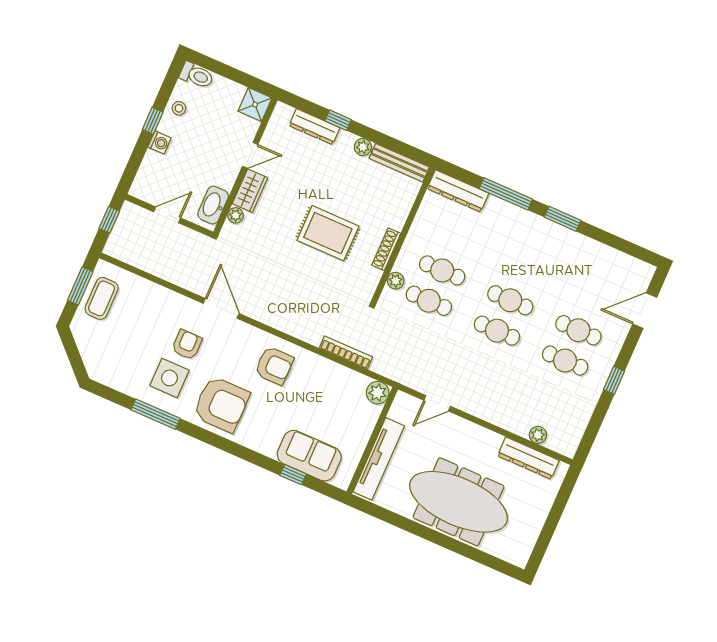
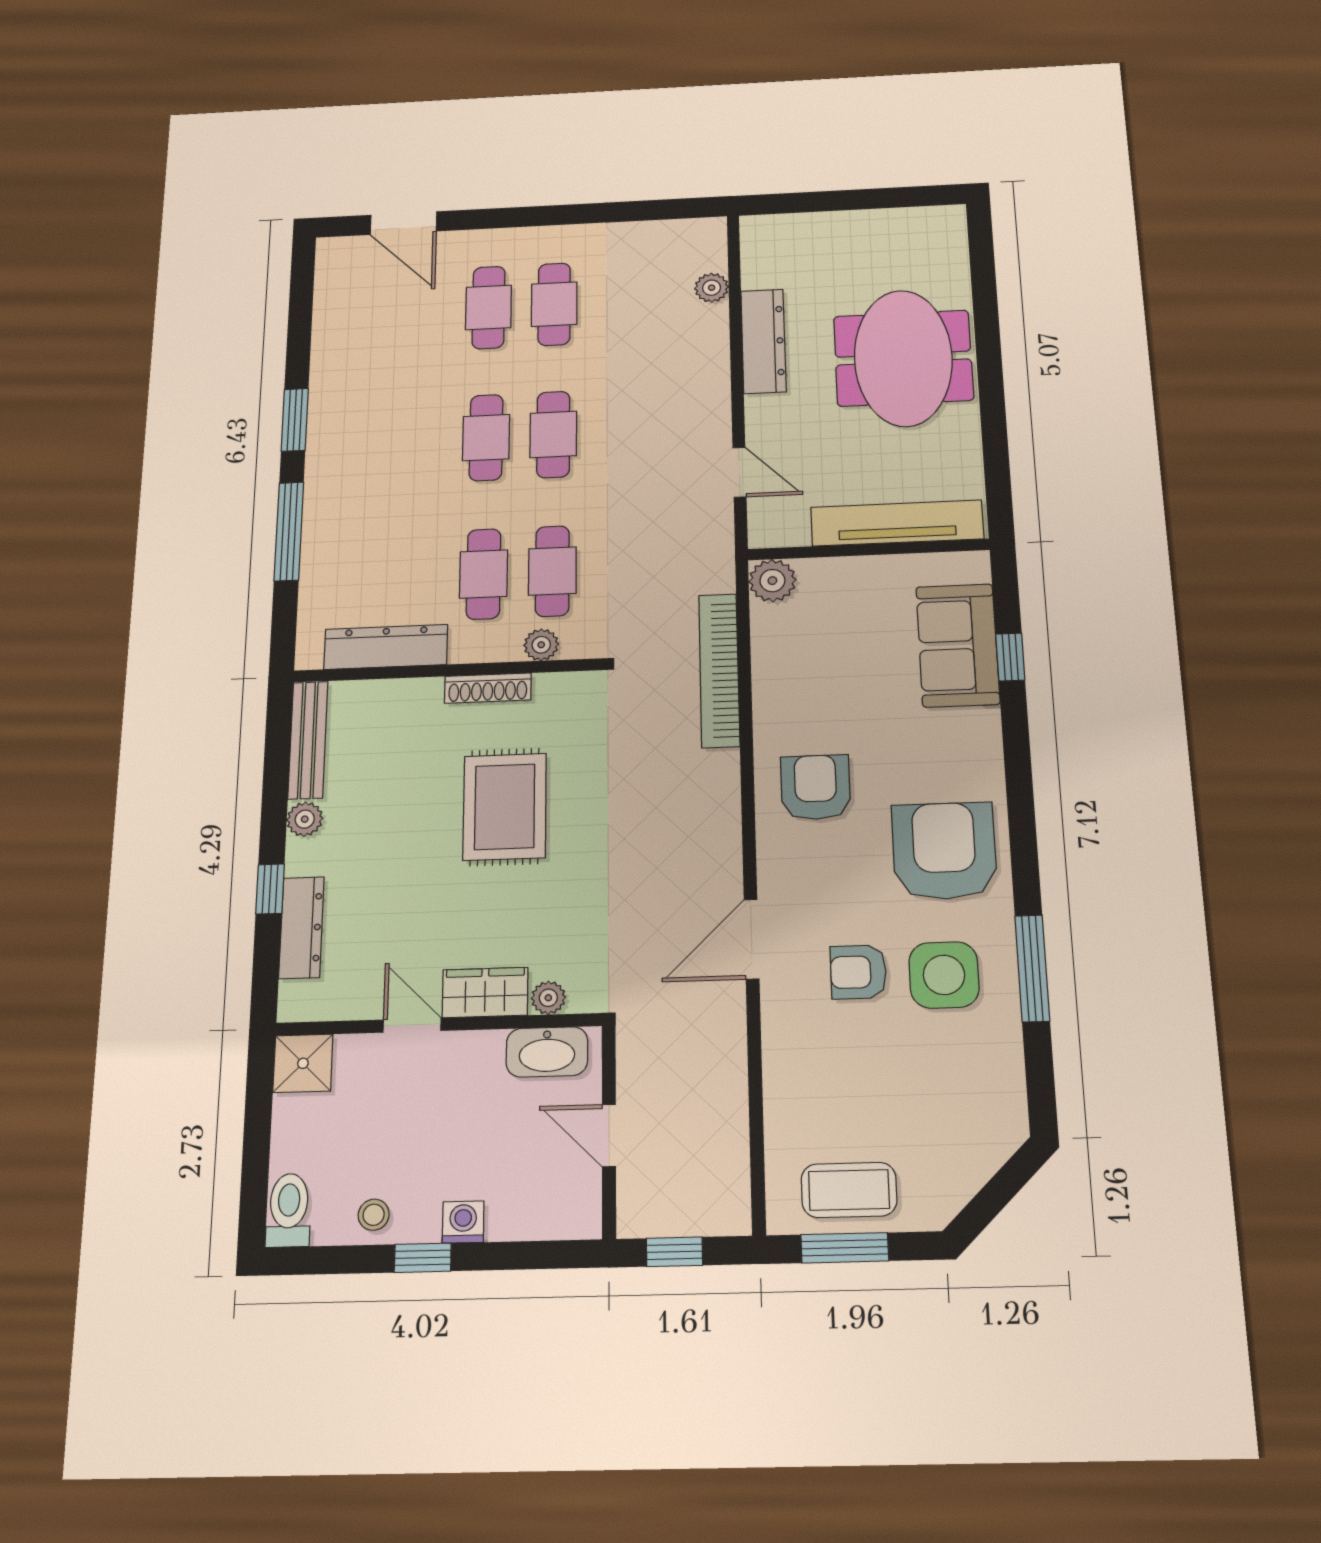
dresser: (458, 191) -> (386, 647), moved, turned -90
bookcase: (346, 353) -> (719, 670), width x1.48, depth x1.31
window: (614, 380) -> (552, 215), removed
dresser: (528, 458) -> (763, 341), moved
meeting table: (459, 502) -> (903, 358), width x0.73

